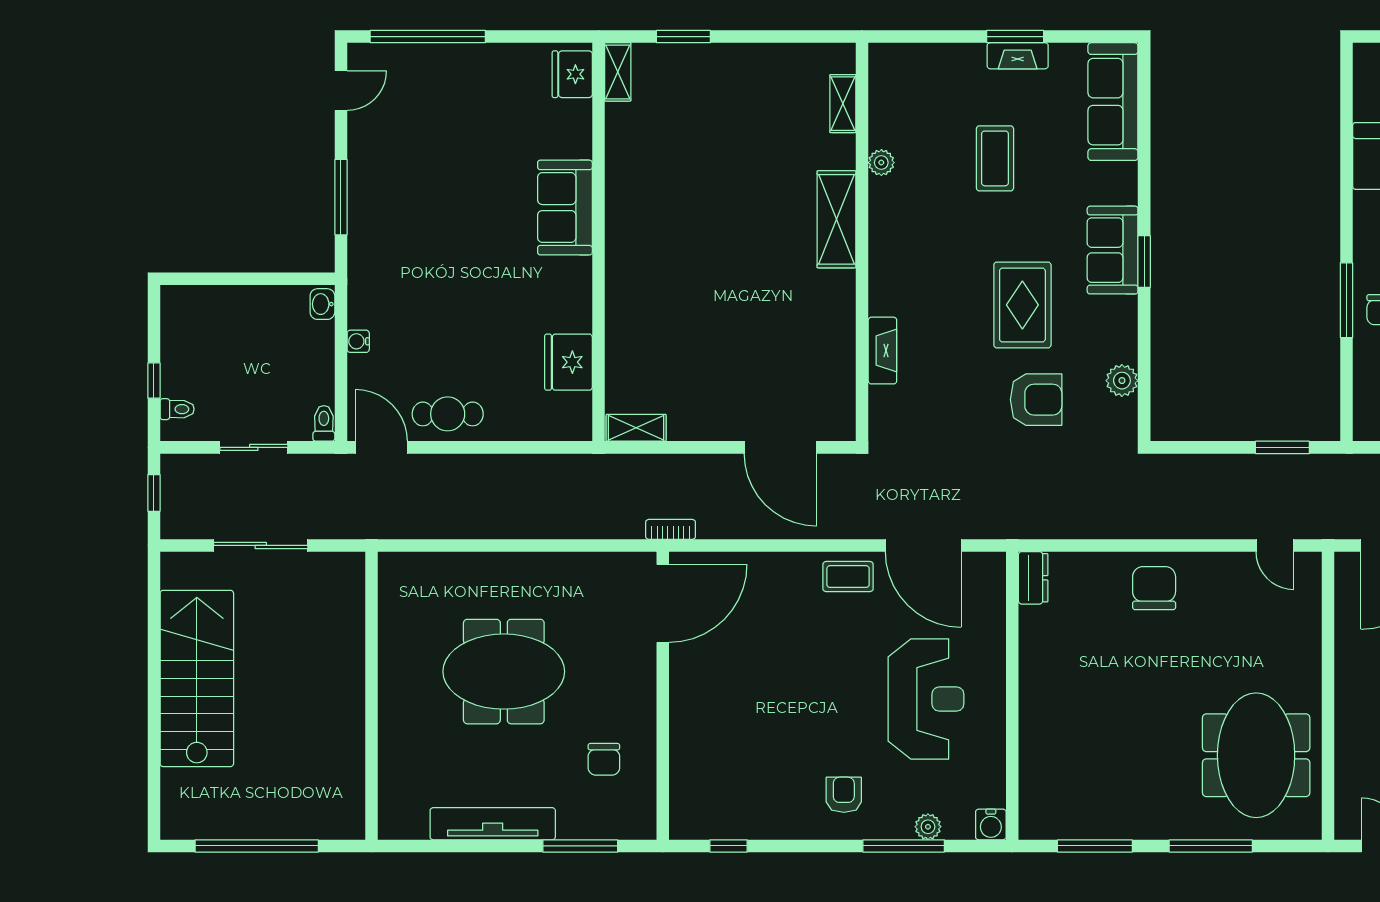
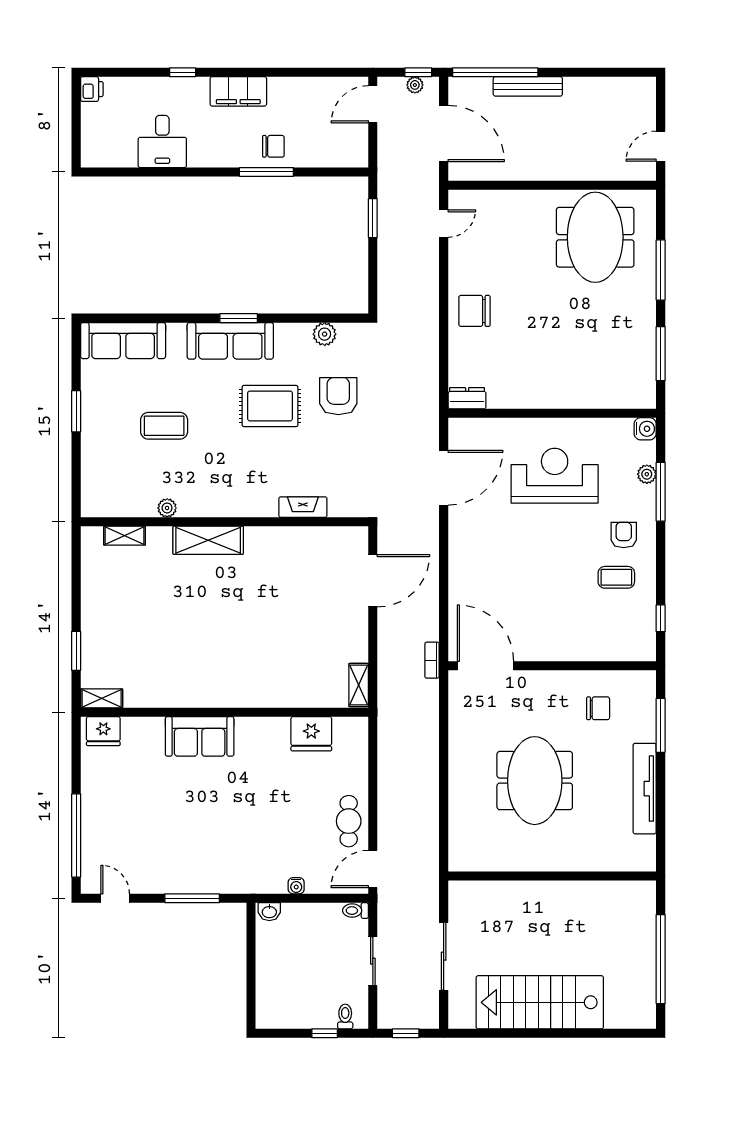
fireplace: (1018, 56) -> (90, 409), removed
sofa: (1113, 250) -> (230, 341), width x1.36
coffee table: (848, 577) -> (616, 577), moved, turned 90
meeting table: (1256, 755) -> (595, 237), turned 90
armchair: (844, 795) -> (624, 535), turned 90

